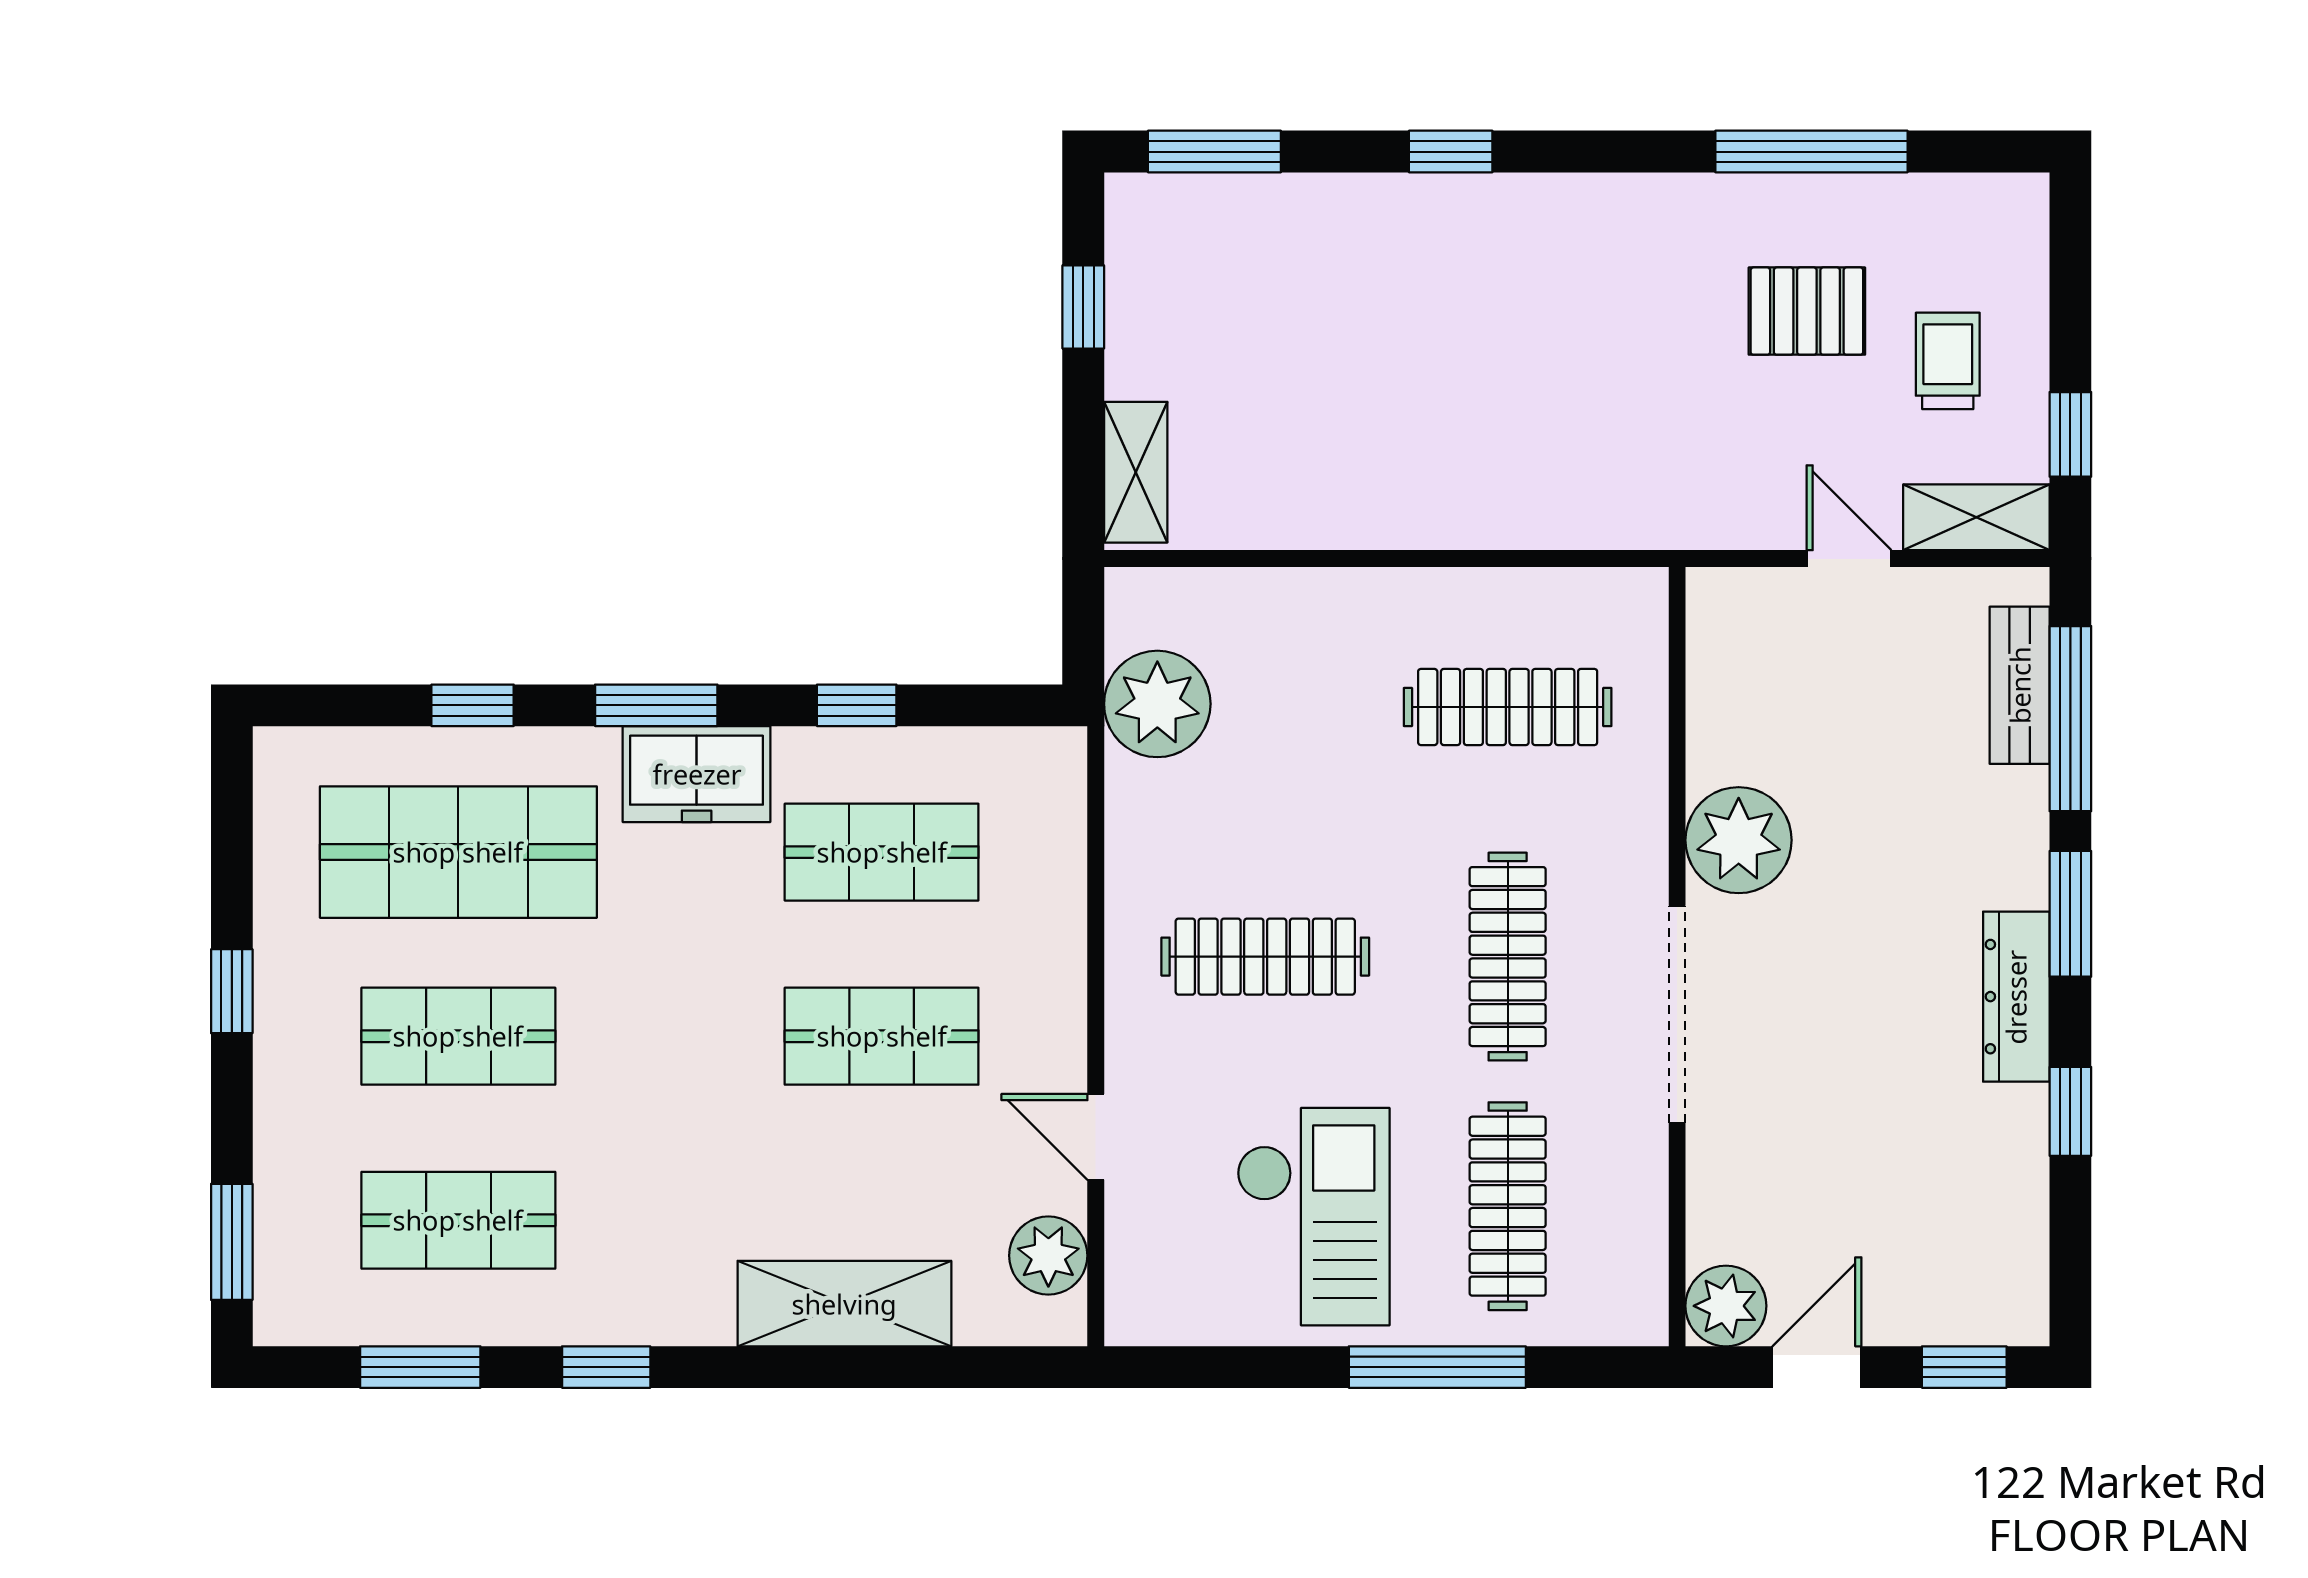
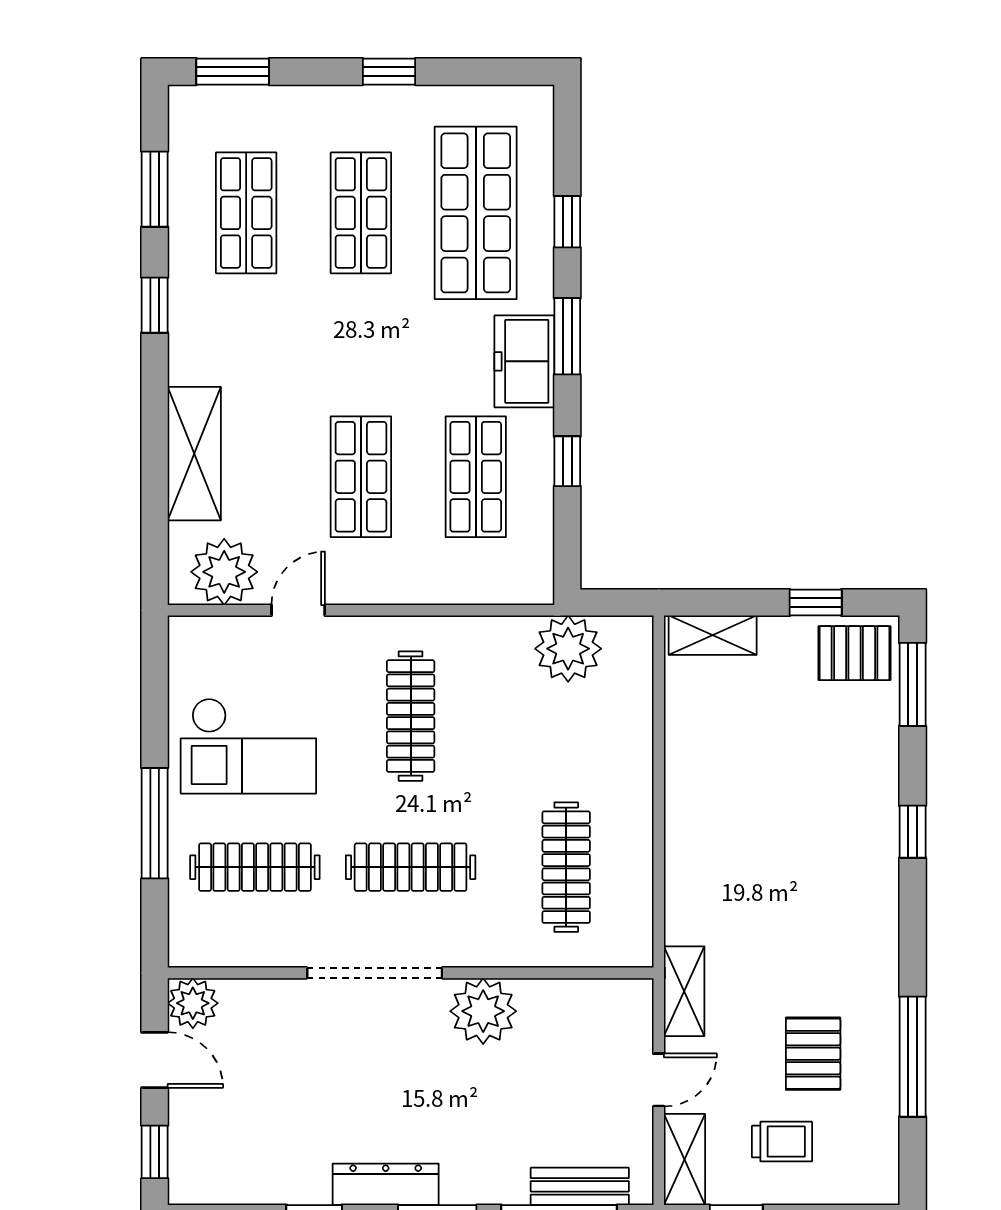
pallet: (1164, 245) -> (855, 653), added
shelving: (1707, 518) -> (684, 991), added
plant: (1048, 1256) -> (224, 572), width x1.36, depth x1.36

